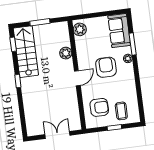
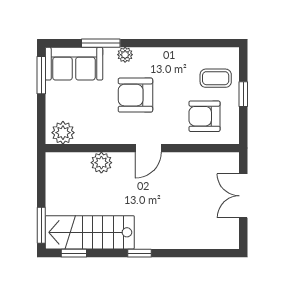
window: (110, 13) -> (41, 75), added
window: (40, 22) -> (41, 225), moved
door: (77, 78) -> (148, 148), swing flipped
armchair: (99, 107) -> (205, 116), turned -90

